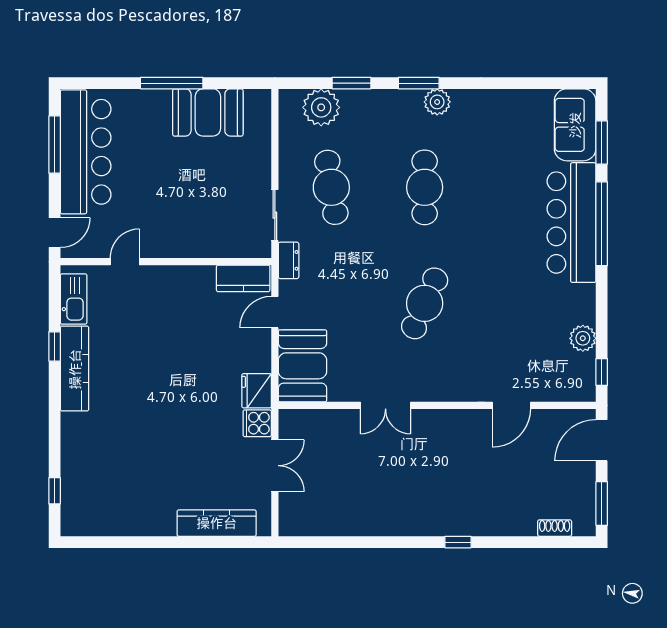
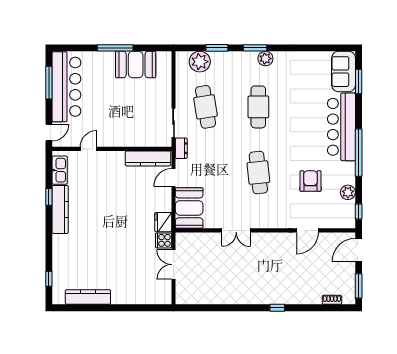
window: (602, 224) -> (359, 153), moved
kitchen counter: (243, 278) -> (148, 158), width x1.50
cafe table: (425, 303) -> (258, 173), turned -30
armchair: (517, 318) -> (310, 181), added
double door: (275, 466) -> (174, 265), swing flipped
kitchen counter: (217, 523) -> (88, 297), moved

